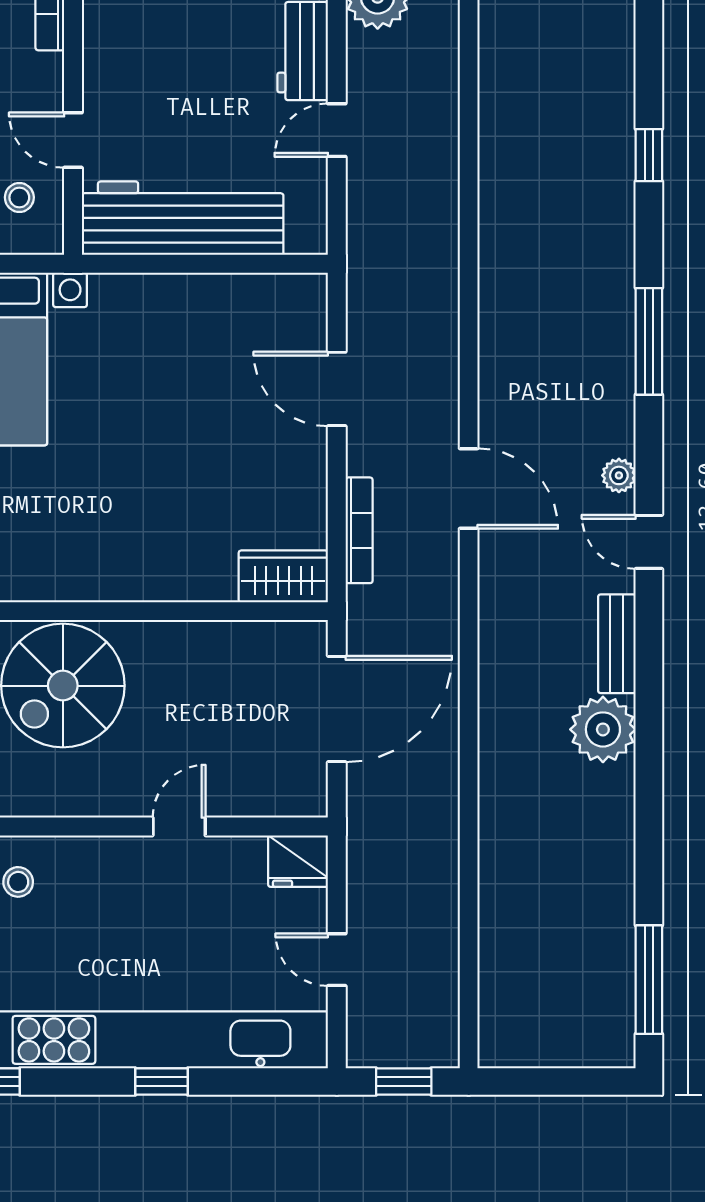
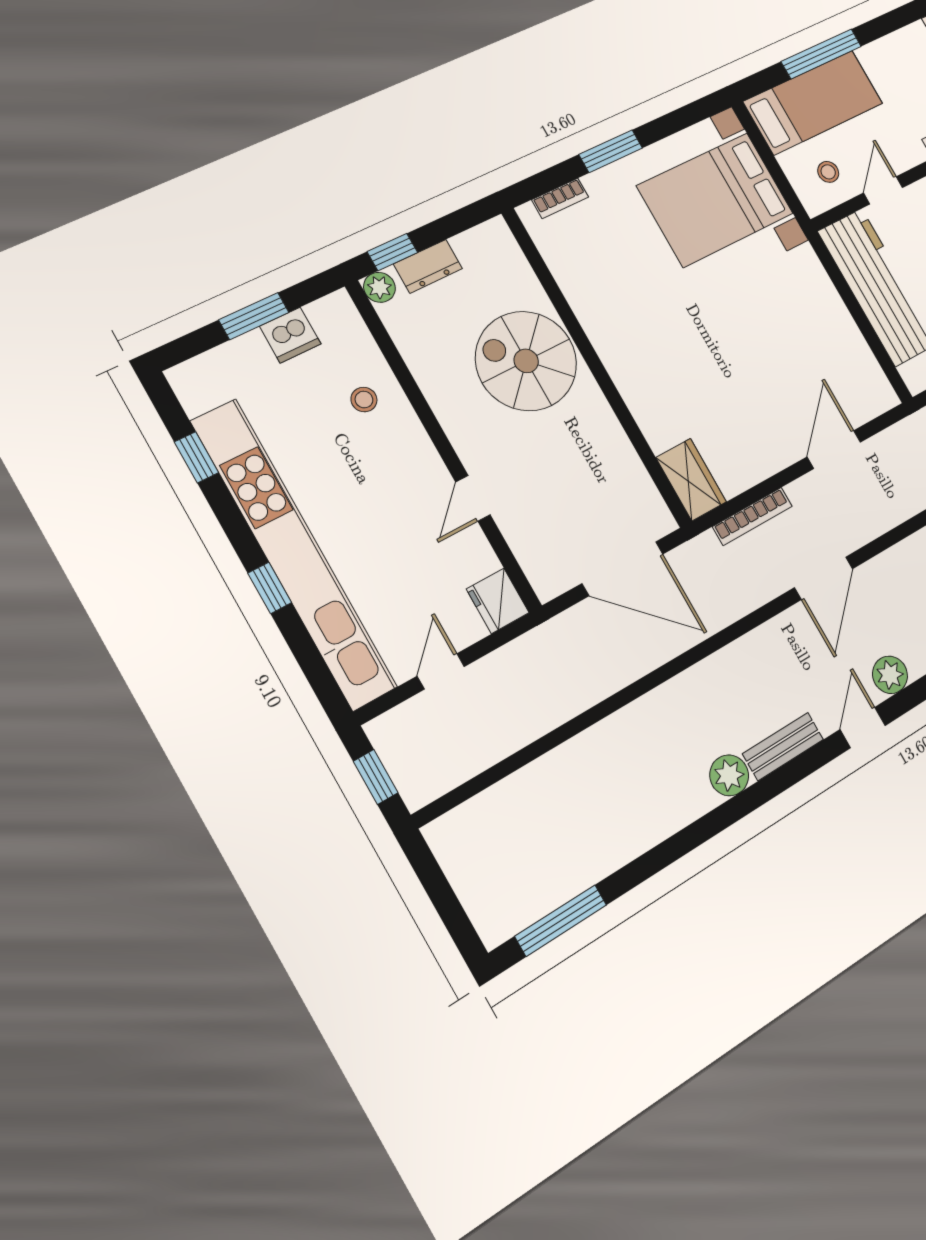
plant: (619, 475) -> (890, 675), width x1.38, depth x1.38
plant: (603, 729) -> (729, 775), width x0.73, depth x0.73
door: (179, 827) -> (473, 498), swing flipped

